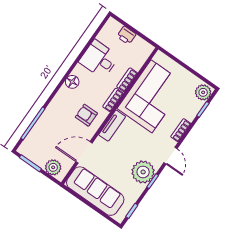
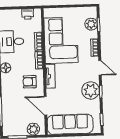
printer: (126, 35) -> (28, 14), moved
plant: (203, 92) -> (91, 24), moved
door: (84, 152) -> (45, 106), hinge flipped

